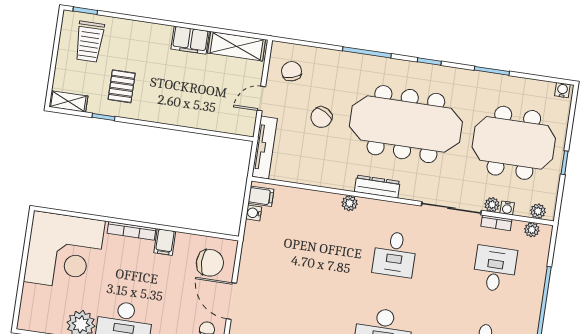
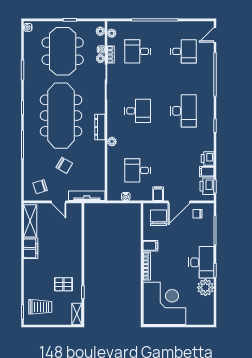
filing cabinet: (261, 196) -> (158, 194), moved
desk: (295, 239) -> (138, 170), added

